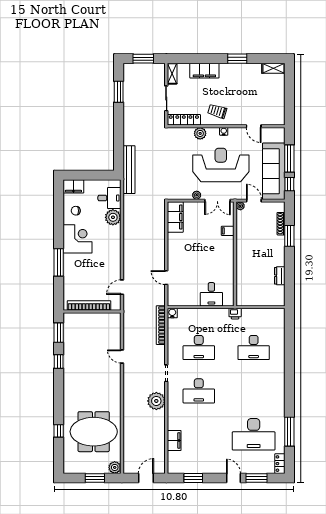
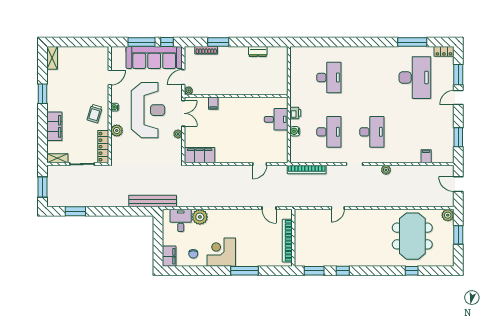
reception desk: (221, 165) -> (148, 110), turned 180
water cooler: (172, 313) -> (295, 131), moved
printer: (235, 314) -> (295, 113), moved
plant: (156, 401) -> (386, 170), width x0.53, depth x0.53
filing cabinet: (174, 440) -> (426, 156), width x0.50

